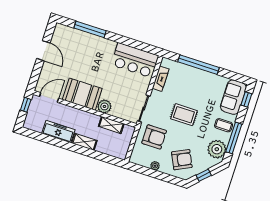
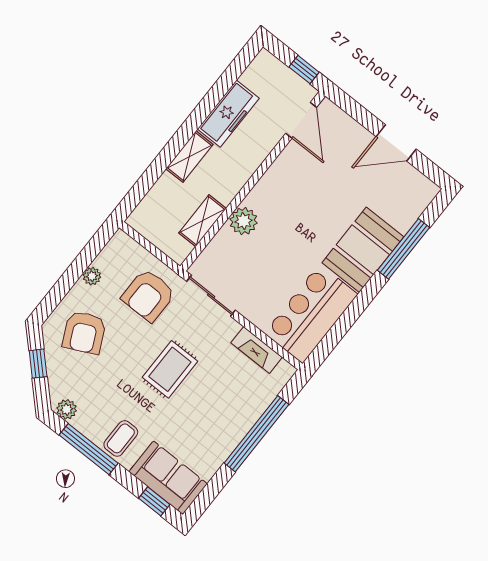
booth: (82, 94) -> (363, 250), moved
plant: (217, 149) -> (67, 409), width x0.53, depth x0.53

